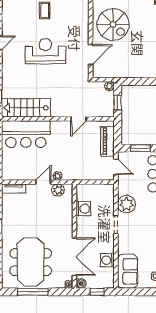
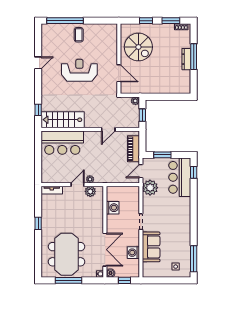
door: (91, 55) -> (119, 73), hinge flipped
door: (116, 167) -> (141, 171), swing flipped
plant: (126, 204) -> (150, 188), moved
sofa: (128, 271) -> (151, 247), moved

